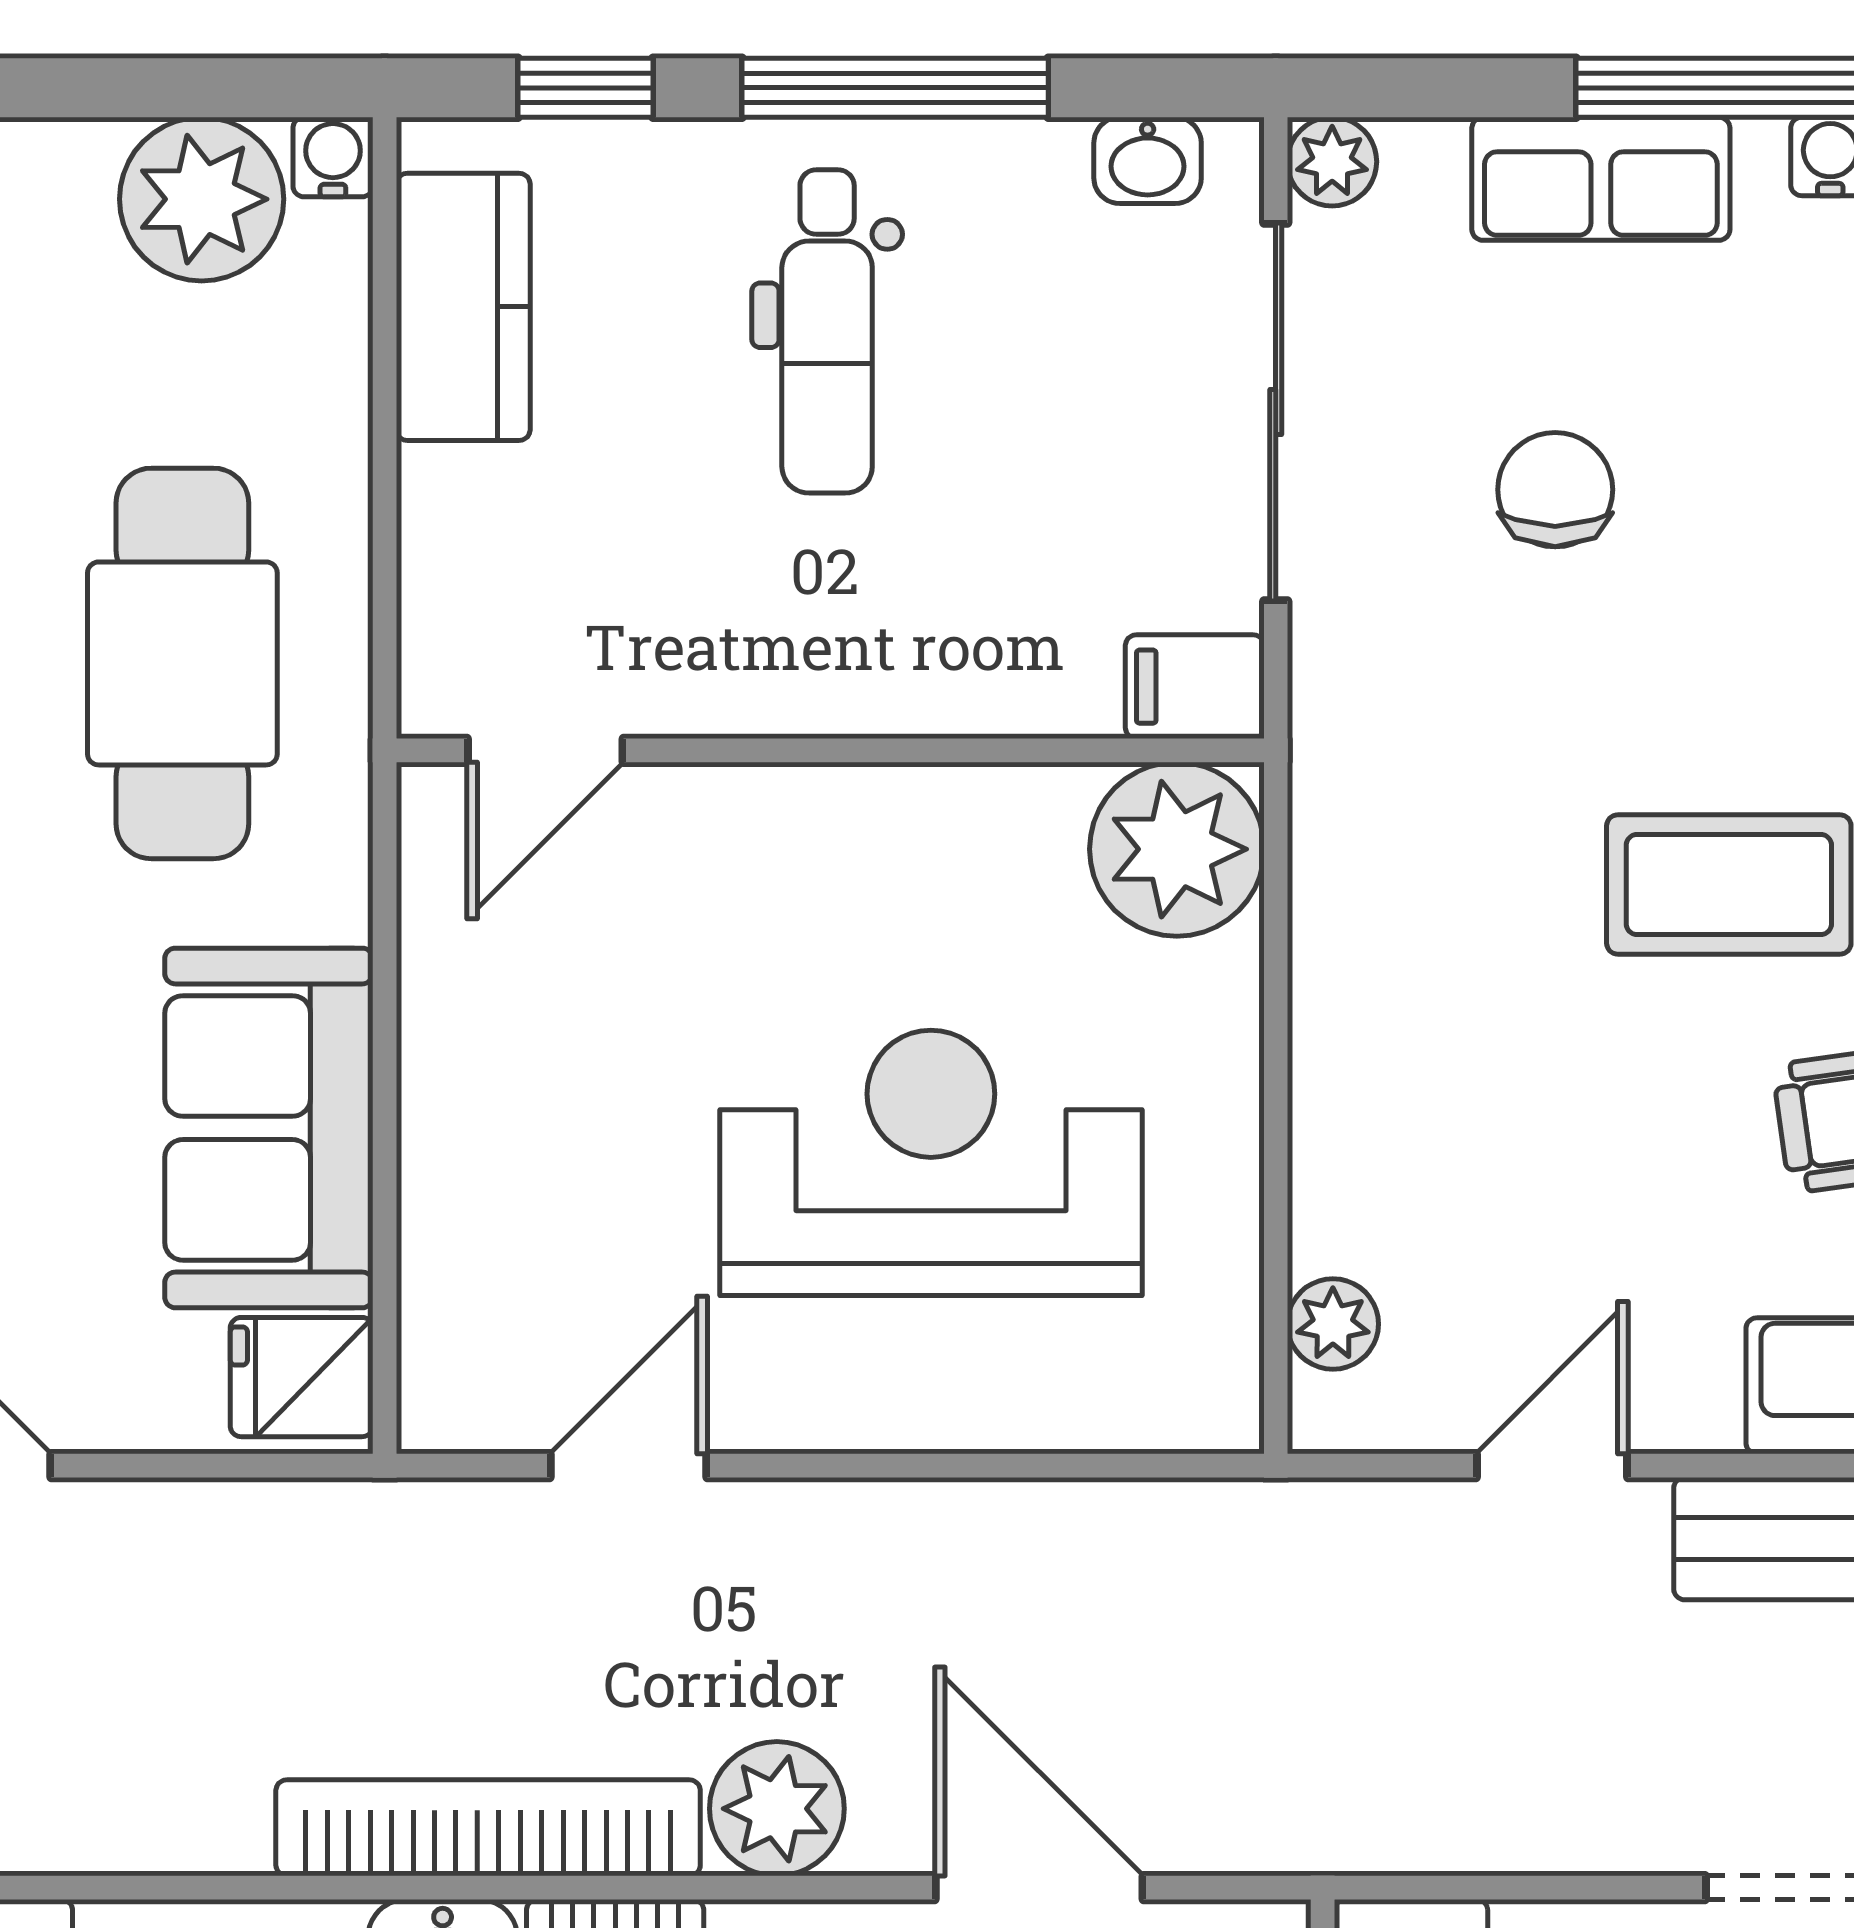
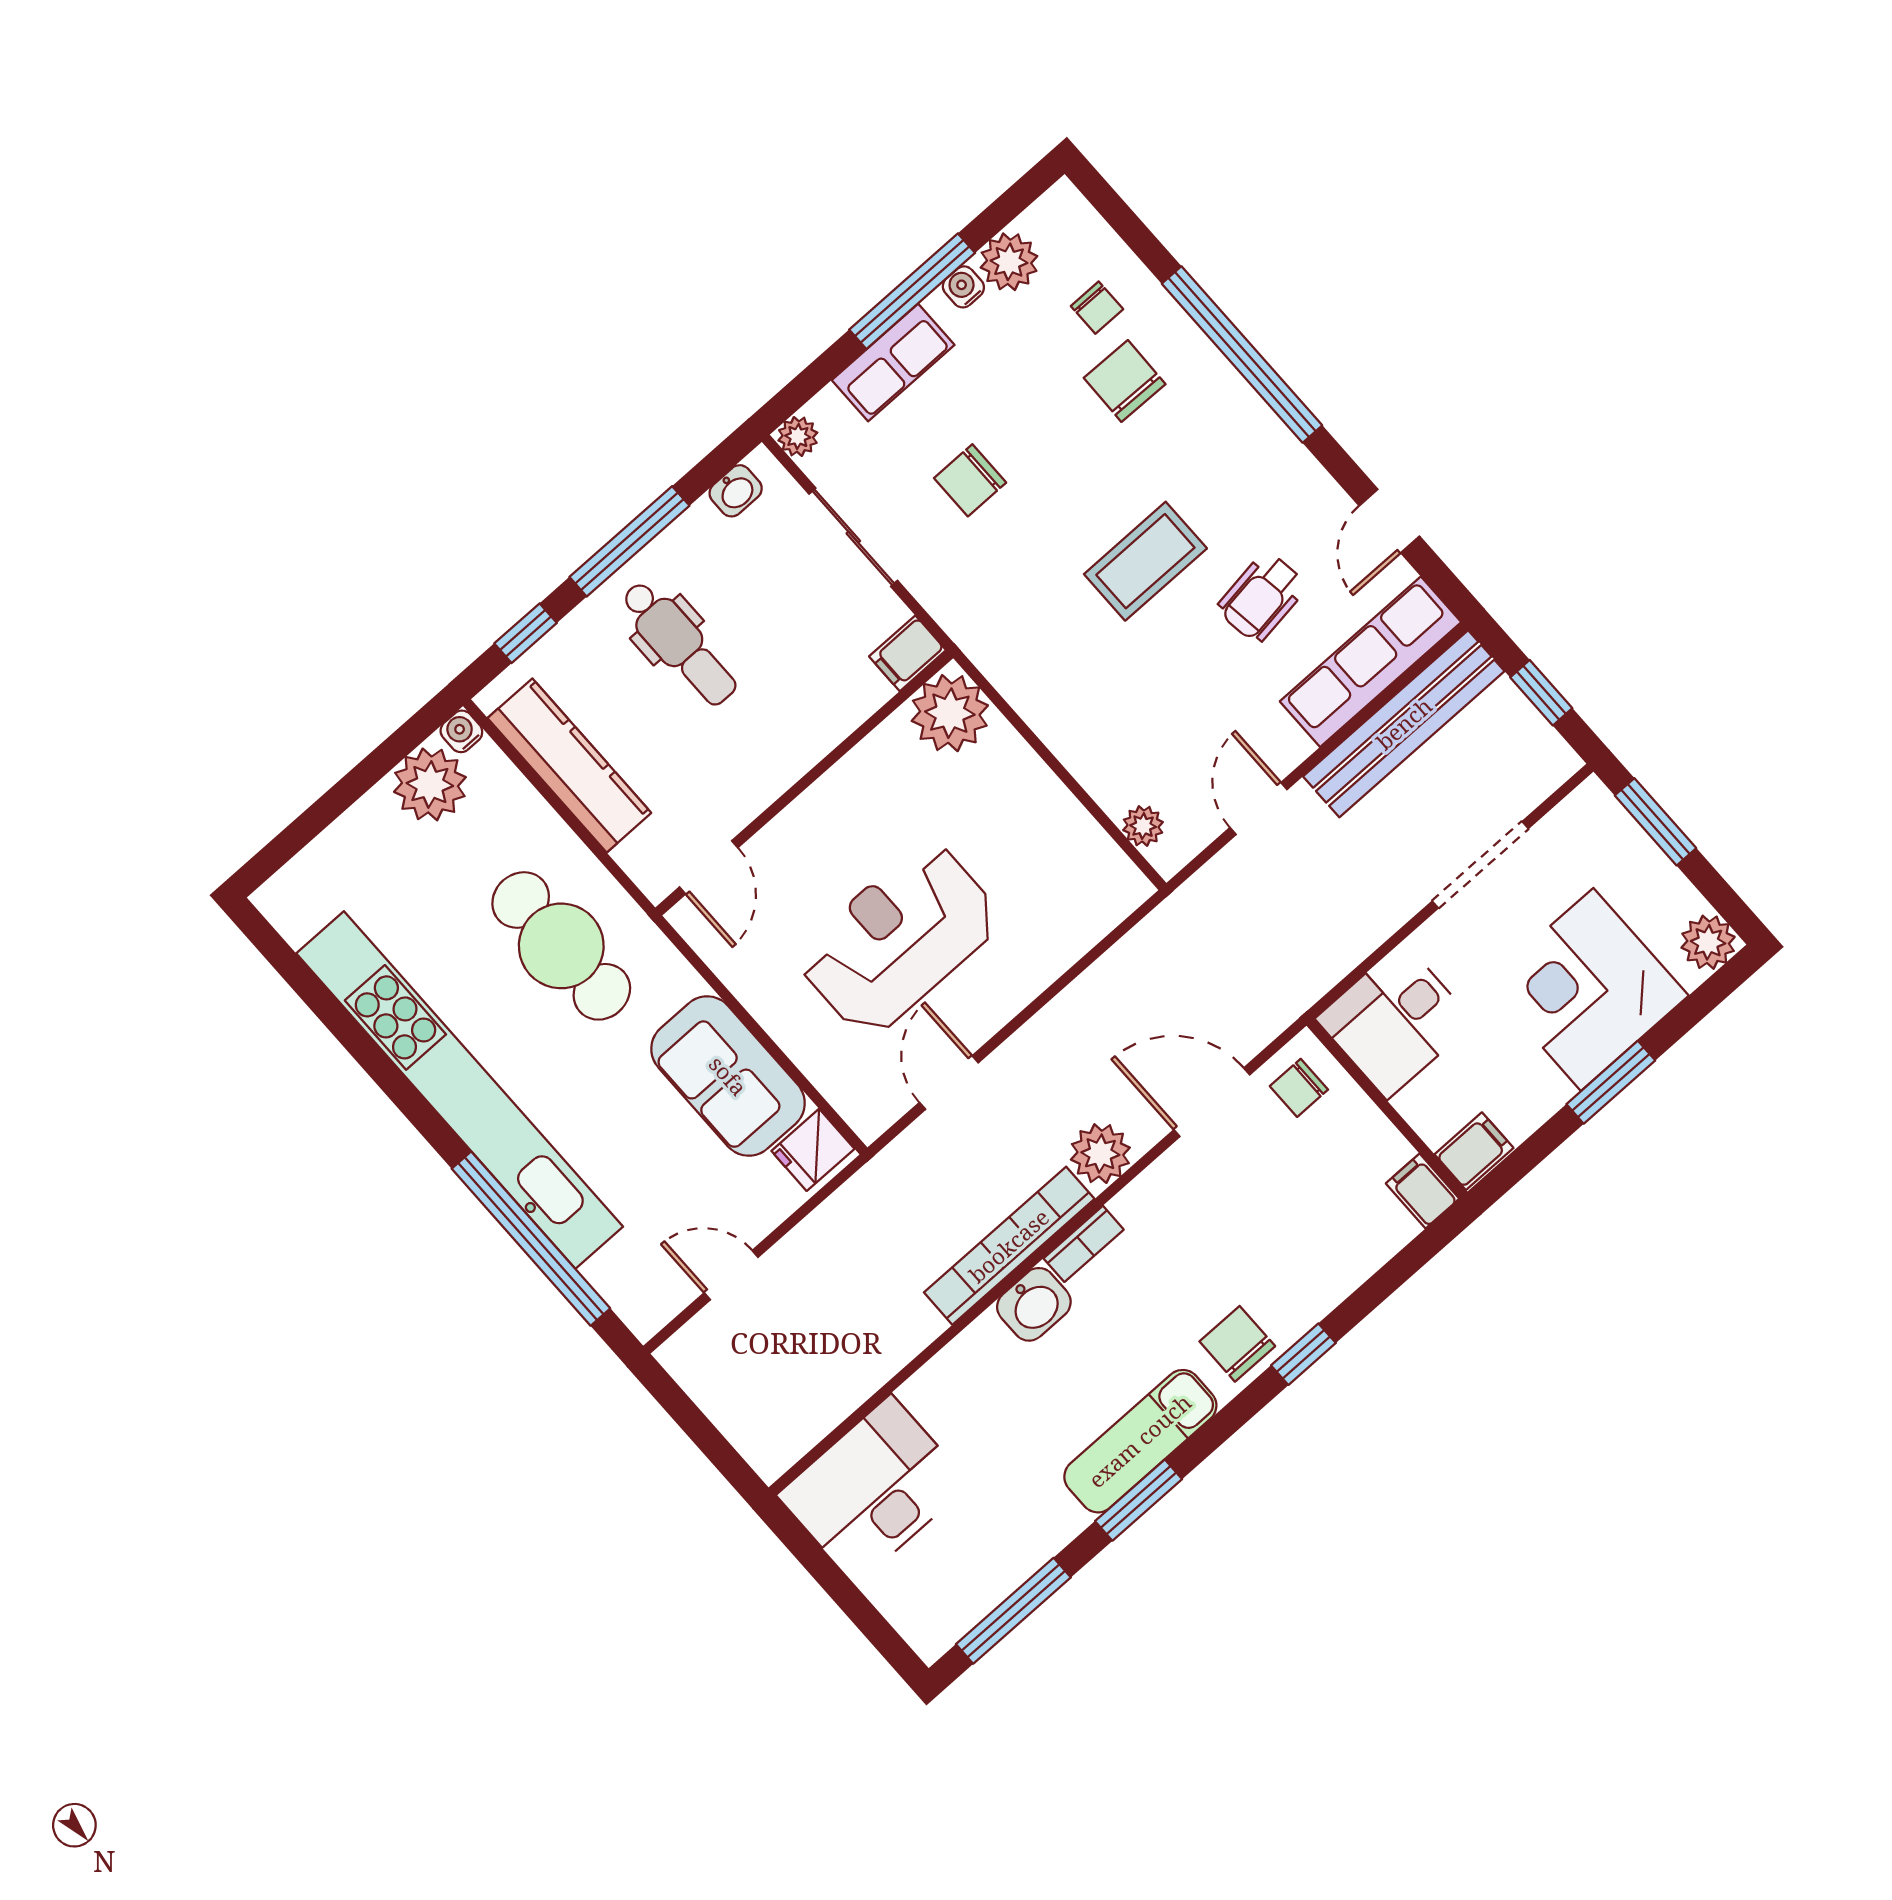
kitchen counter: (463, 307) -> (569, 765), width x1.50
sliding door: (1276, 412) -> (853, 537), width x0.73
chair: (1555, 490) -> (970, 480), turned -90
reception desk: (931, 1163) -> (899, 939), moved

